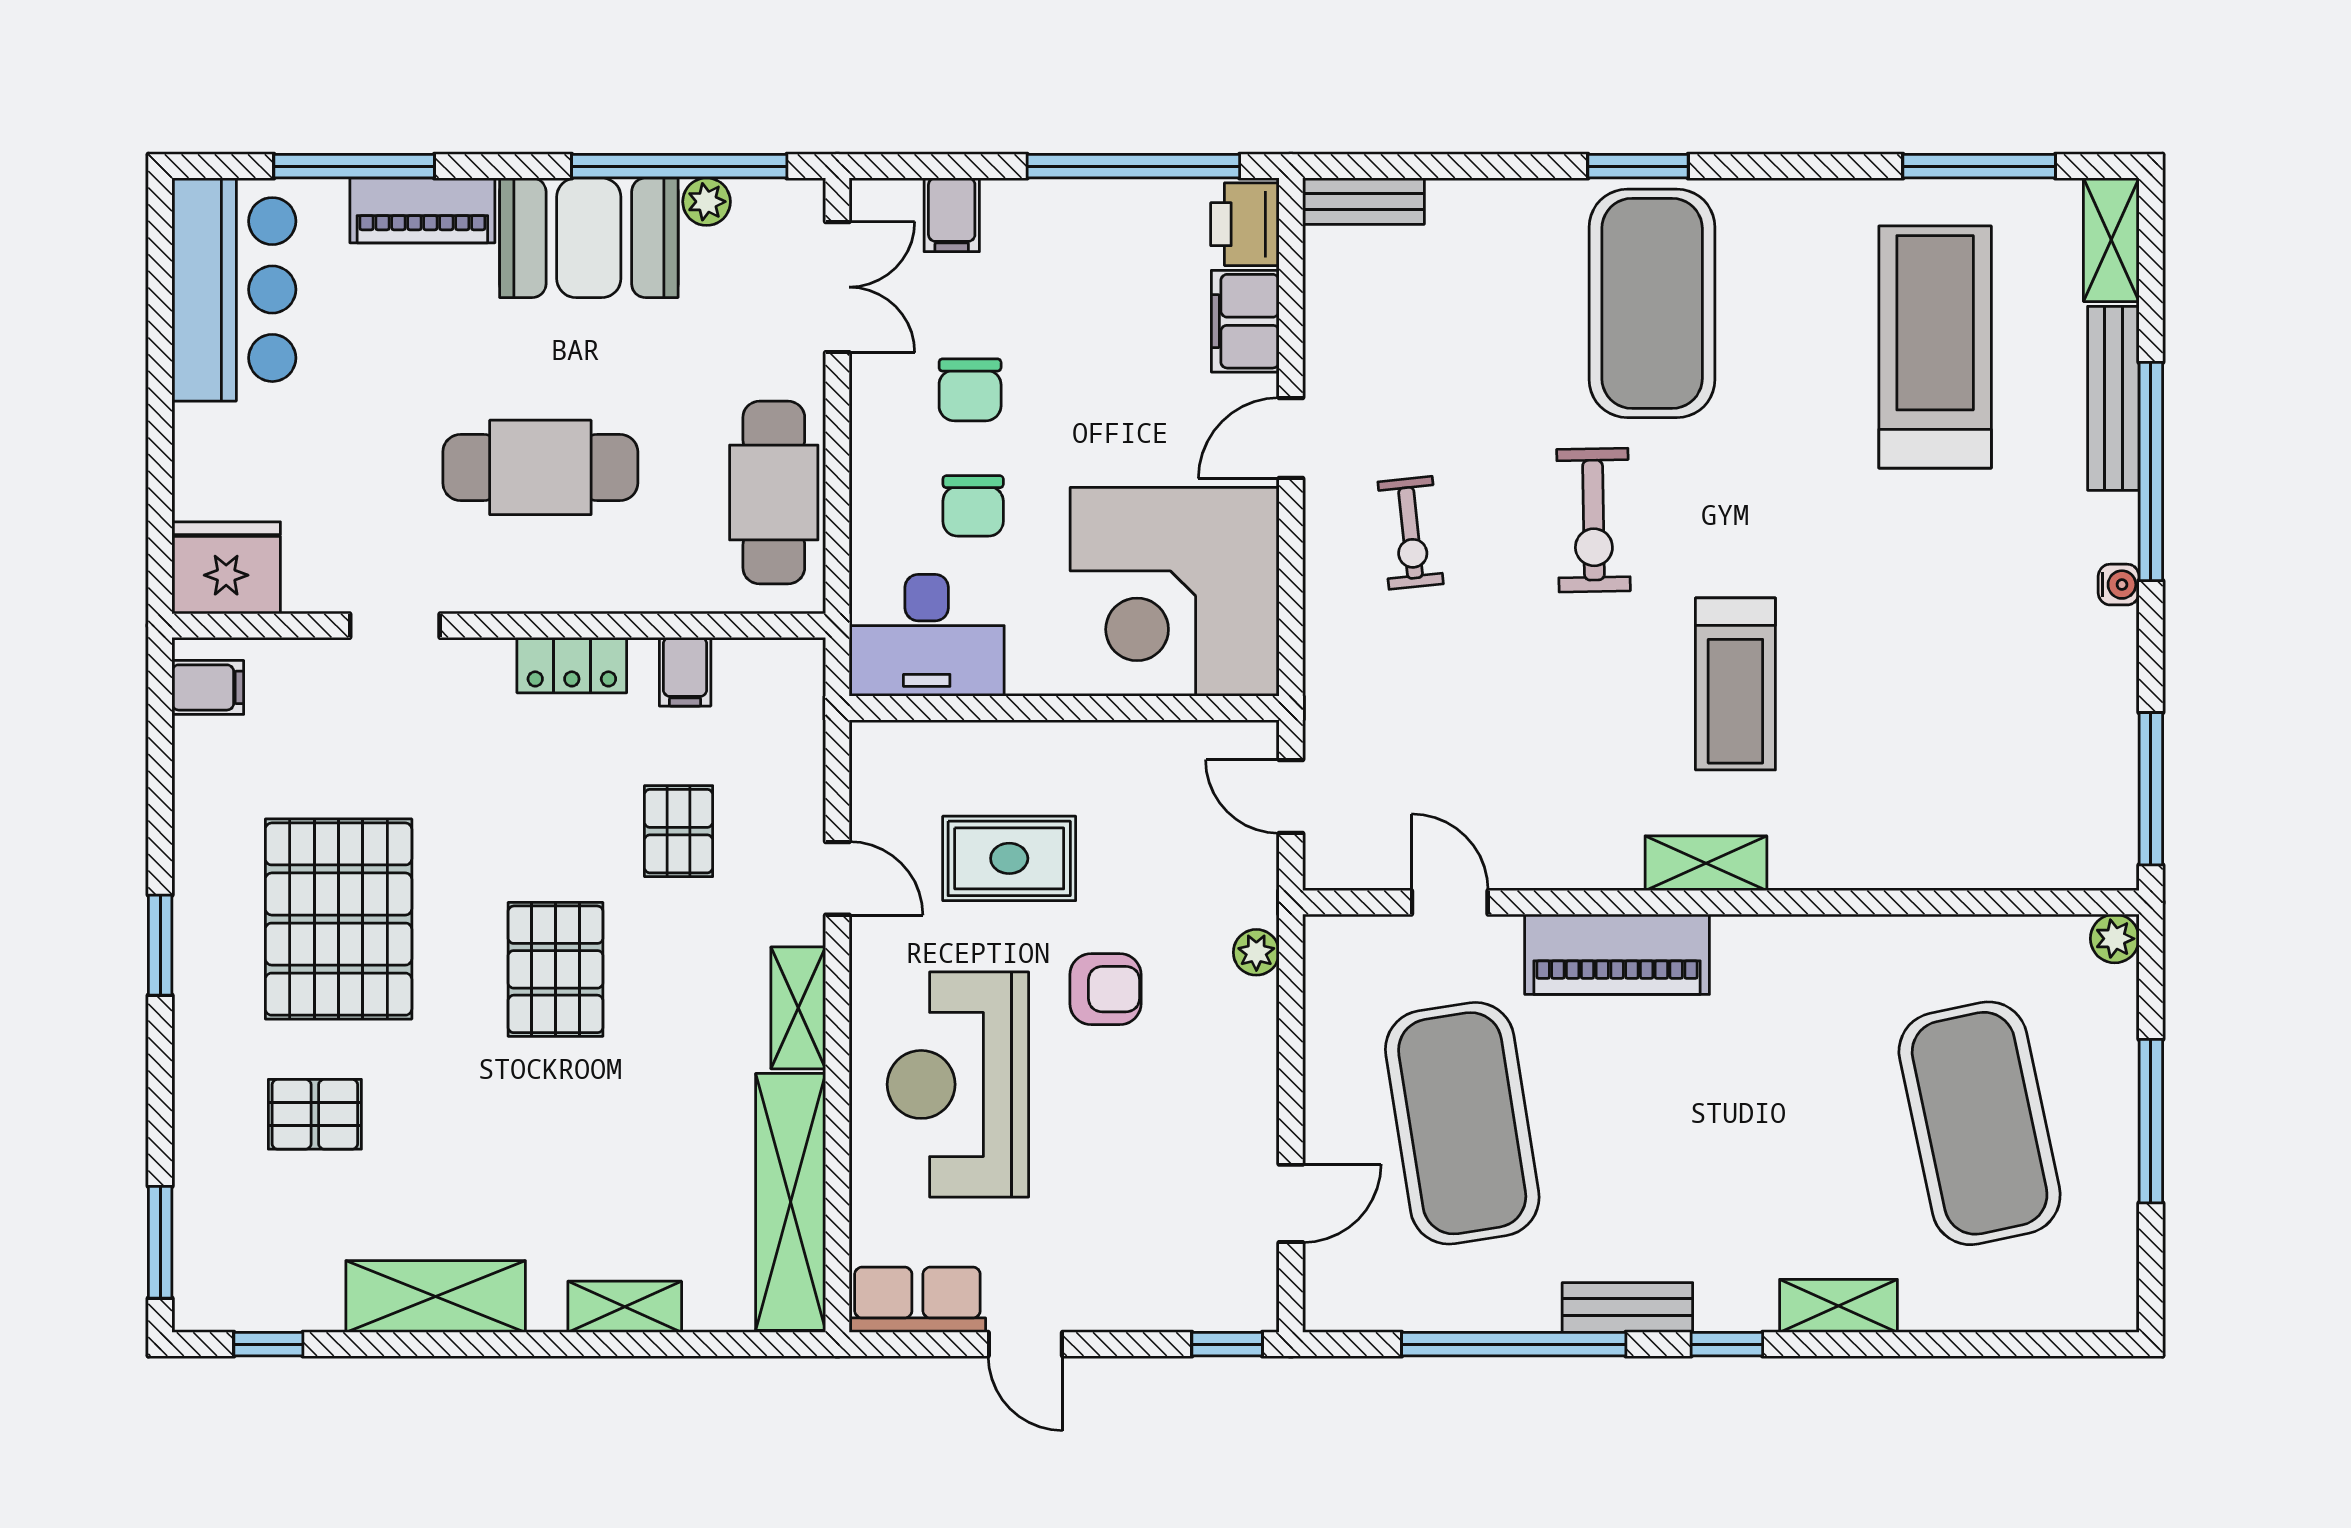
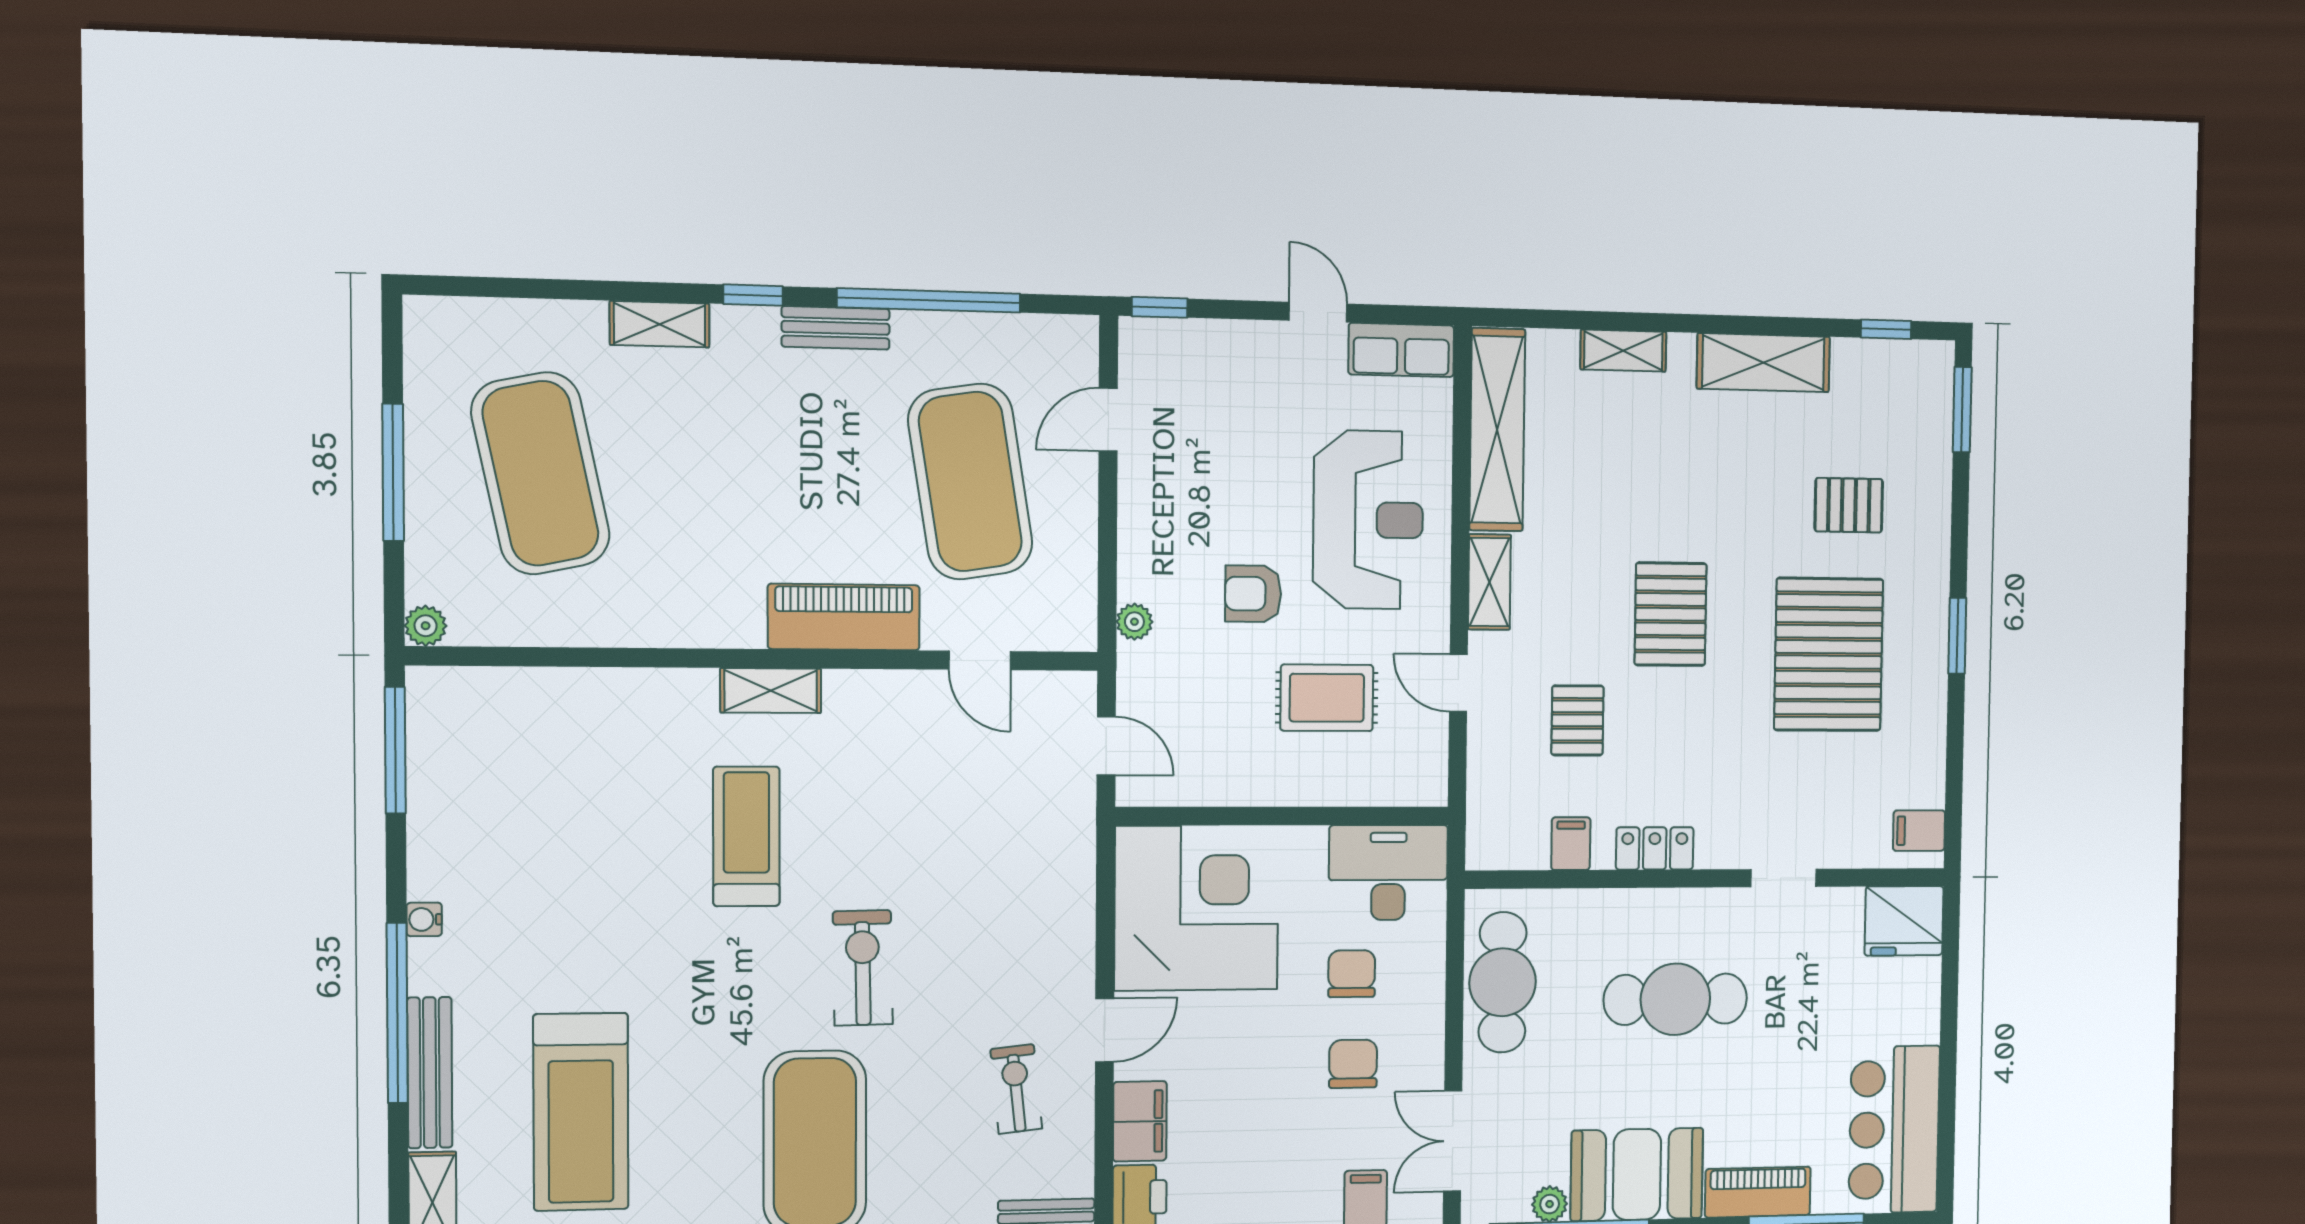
exercise bike: (1411, 533) -> (1016, 1089), moved

